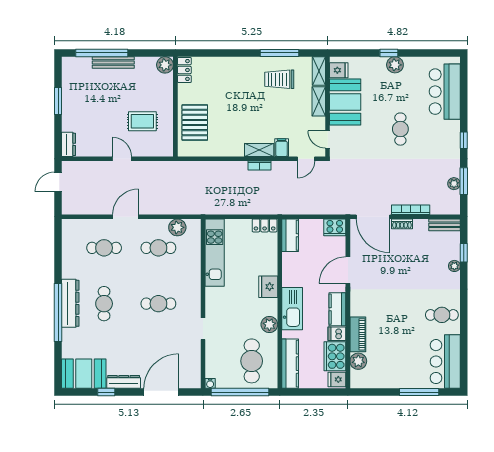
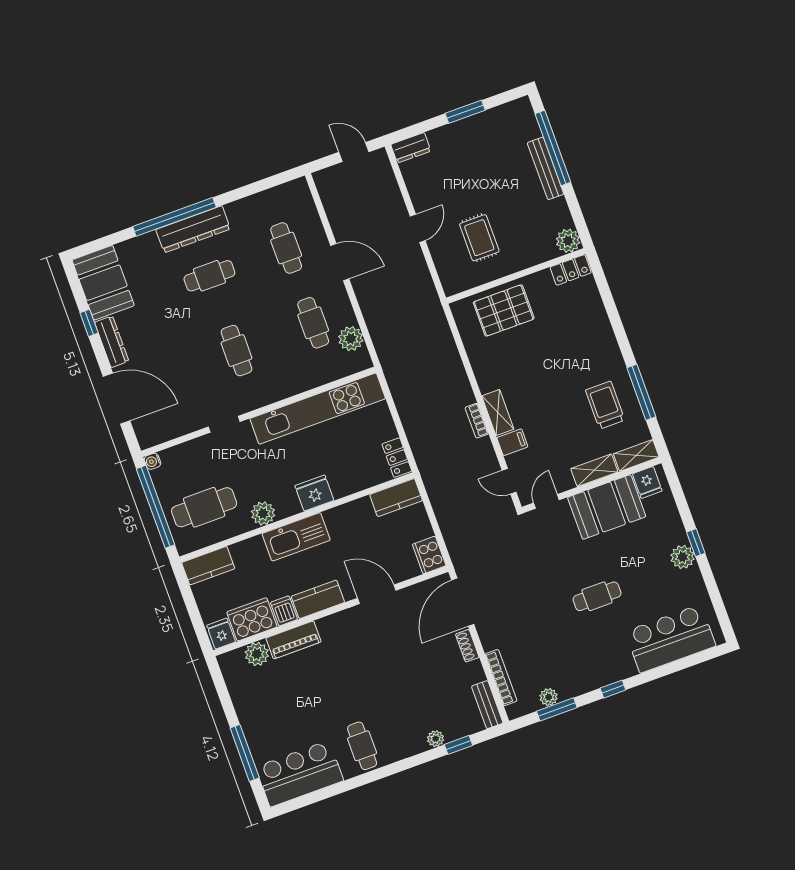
bookcase: (411, 210) -> (501, 678), moved
kitchen unit: (215, 253) -> (318, 409), width x1.36
kitchen counter: (290, 364) -> (208, 566), width x0.67

